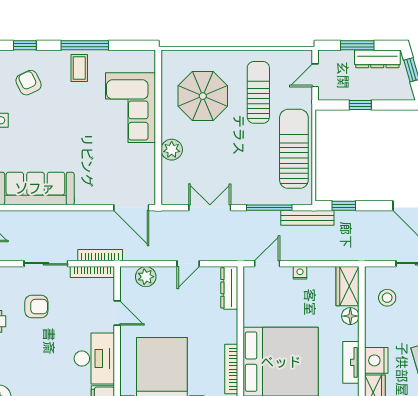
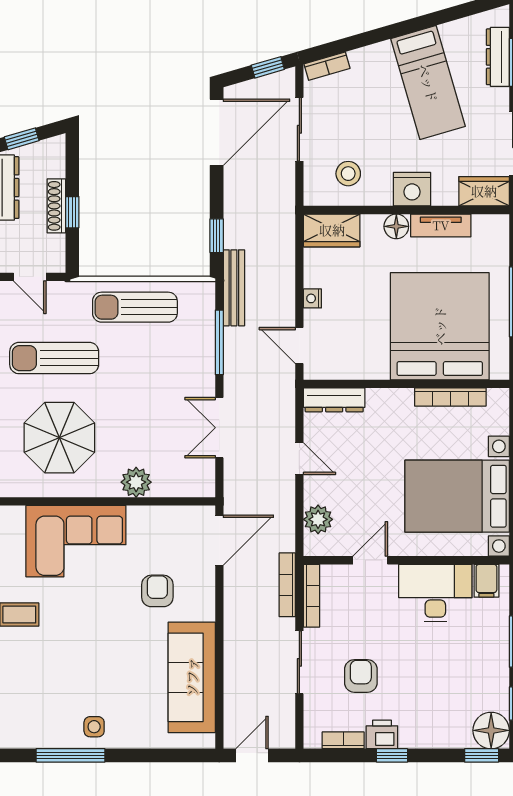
armchair: (29, 83) -> (157, 591), moved, turned 115
shoe rack: (365, 94) -> (56, 206), added
sun lounger: (294, 149) -> (135, 307), width x0.73, depth x0.75
floor lamp: (350, 316) -> (396, 226), moved
nightstand: (376, 360) -> (412, 189), moved

